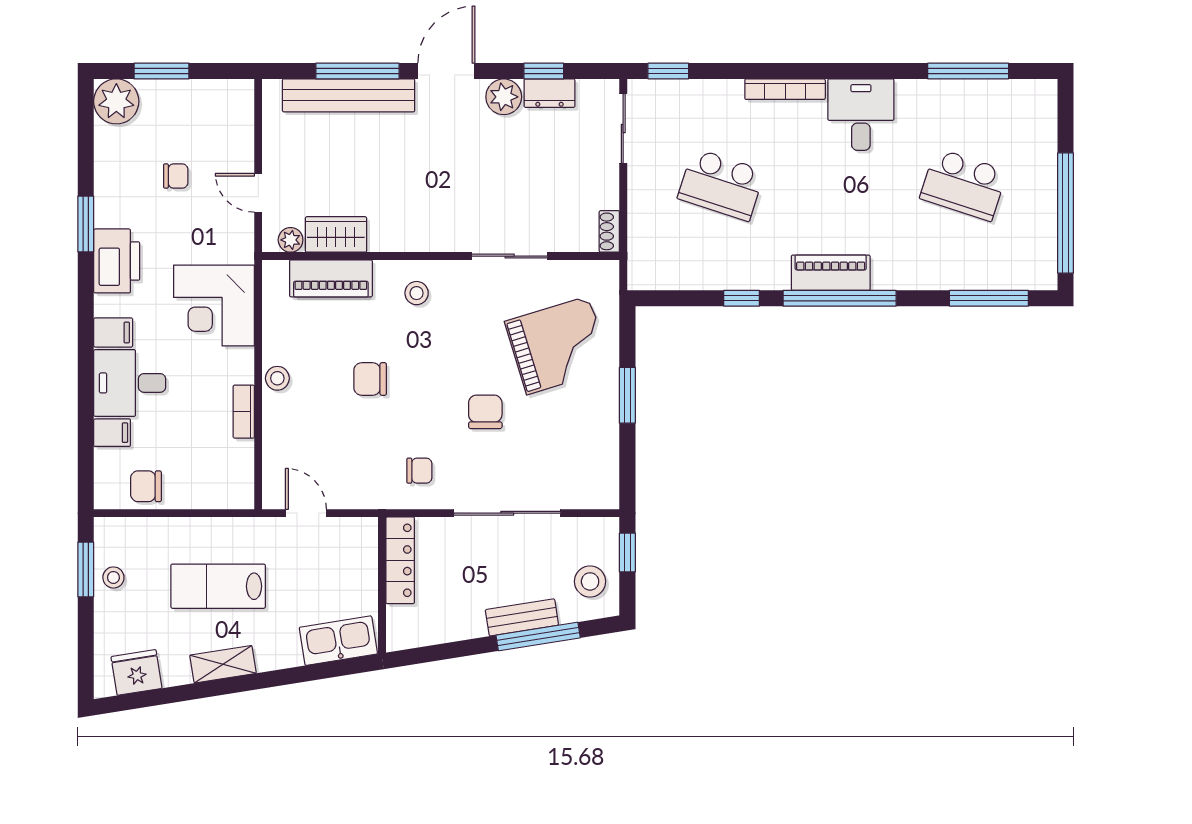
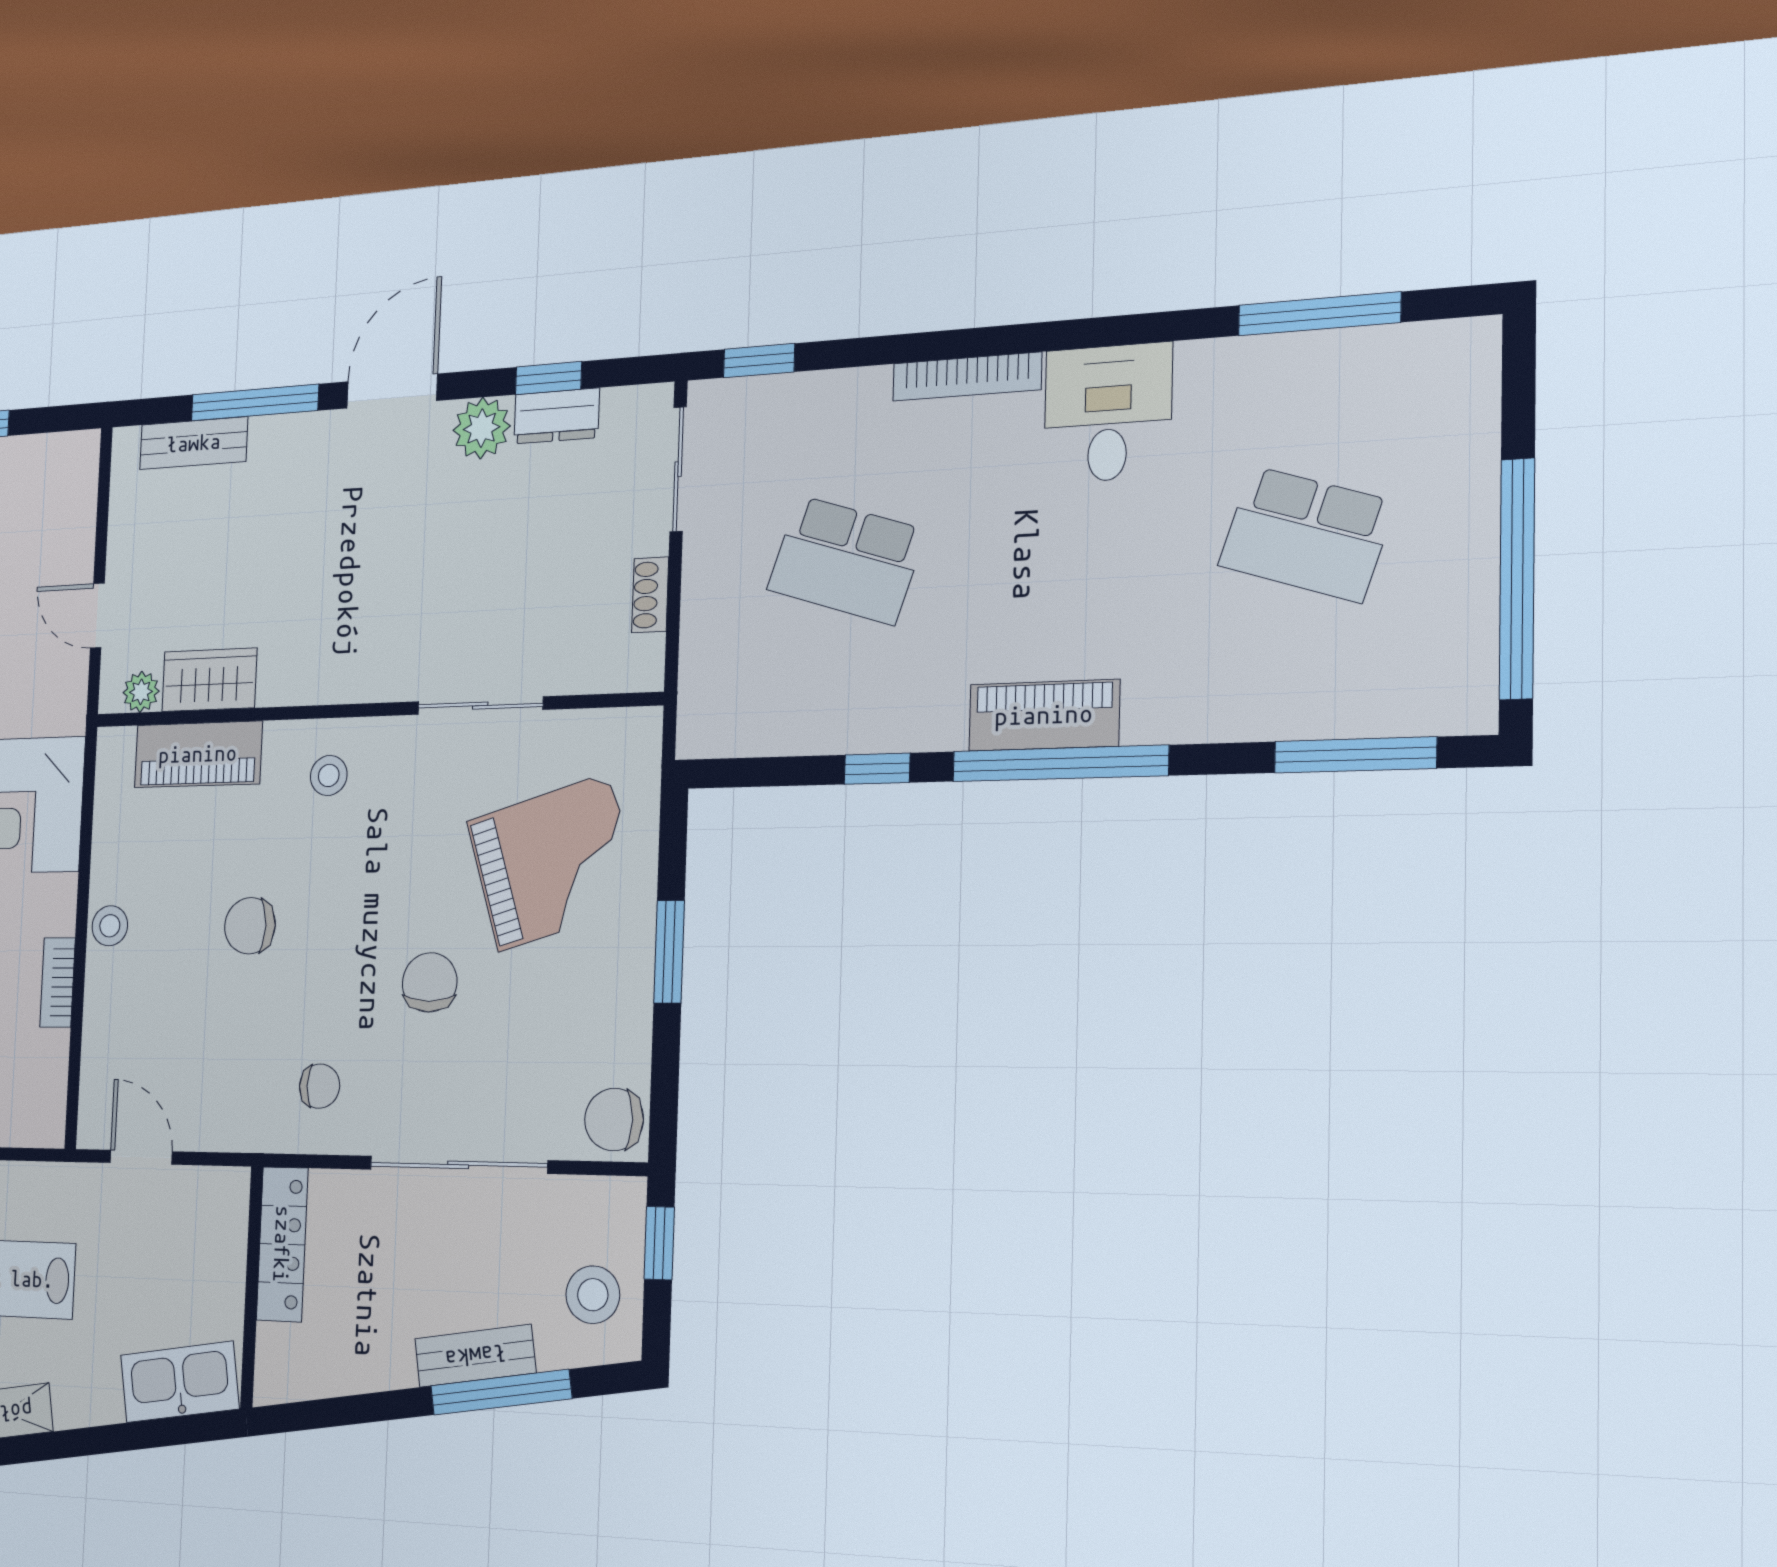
bench: (349, 95) -> (194, 443), width x0.54, depth x0.82
shoe rack: (609, 231) -> (650, 595), moved
chair: (599, 487) -> (614, 1119), added

